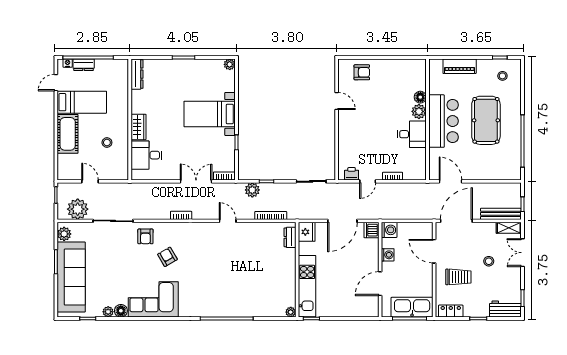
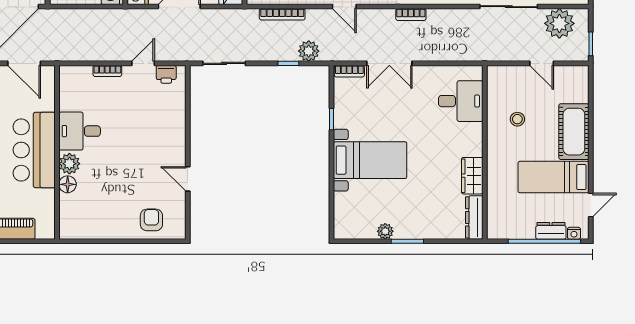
plant: (230, 64) -> (385, 231), moved
armchair: (362, 72) -> (151, 220), turned 90
wardrobe: (138, 127) -> (472, 176), moved

